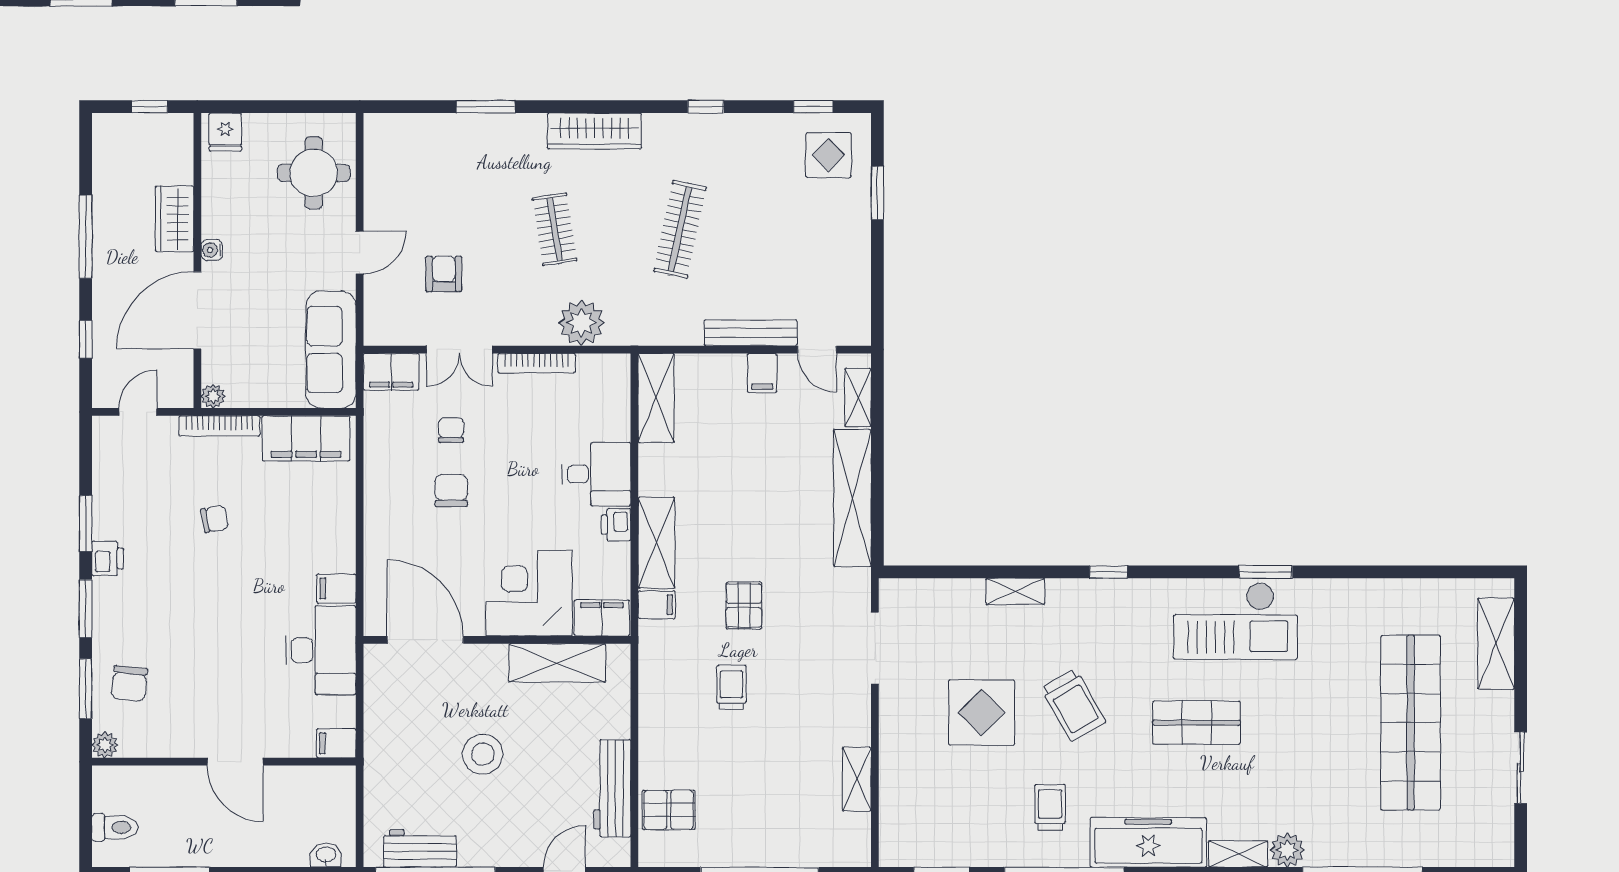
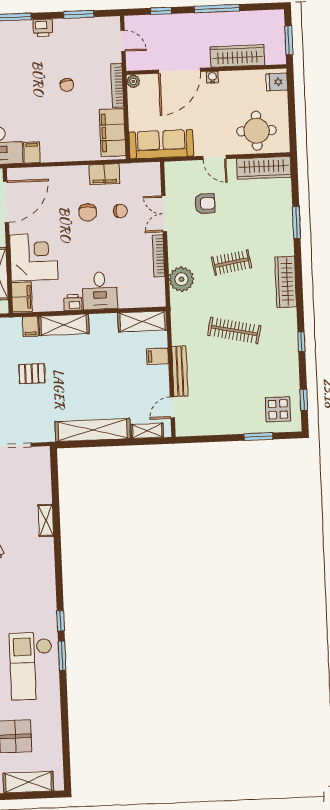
window: (150, 107) -> (289, 40), width x1.50
wardrobe: (383, 162) -> (264, 168), added
wardrobe: (175, 219) -> (237, 56), width x1.50
door: (197, 310) -> (179, 71), swing flipped
filing cabinet: (391, 372) -> (104, 174), moved, turned -90
filing cabinet: (762, 373) -> (157, 356), moved
chair: (451, 490) -> (88, 212), turned 90
window: (86, 524) -> (79, 14), moved
window: (1109, 572) -> (61, 621), moved
checkout: (1235, 621) -> (31, 666), moved

